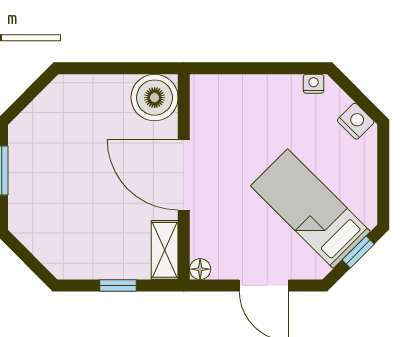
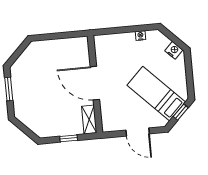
nightstand: (314, 84) -> (140, 36), moved
boiler: (155, 98) -> (78, 48), removed
floor lamp: (200, 269) -> (107, 127), removed

